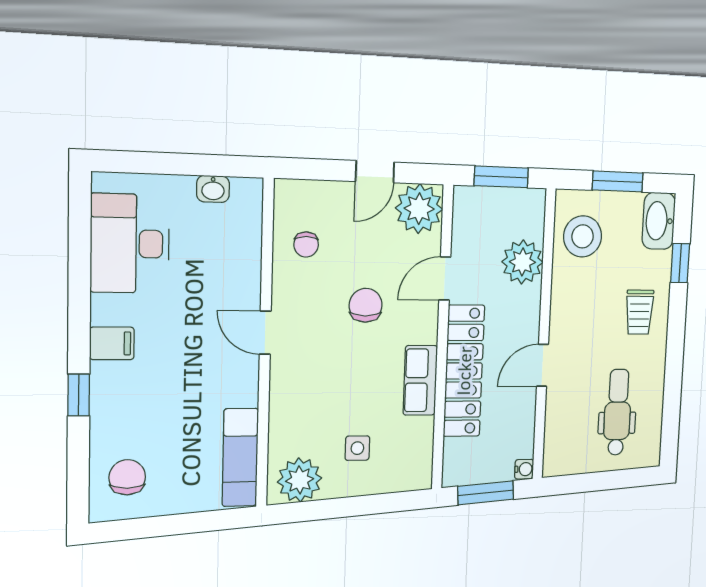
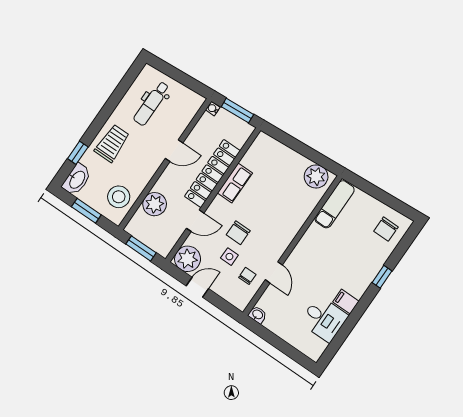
washbasin: (213, 189) -> (257, 315), moved
desk: (130, 244) -> (324, 319), width x0.73
trolley: (639, 312) -> (112, 143), width x1.36, depth x1.39
door: (265, 333) -> (274, 272), moved
filing cabinet: (112, 343) -> (346, 302), moved
side table: (357, 448) -> (229, 257), moved

